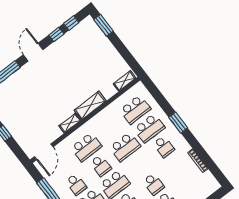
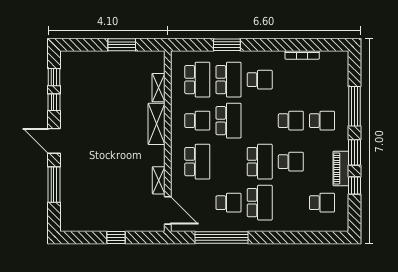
window: (104, 25) -> (122, 45), moved
shelving: (125, 81) -> (158, 88), moved
shelving: (70, 123) -> (159, 180), moved
window: (178, 123) -> (227, 45), moved
school desk: (101, 166) -> (197, 121), moved

